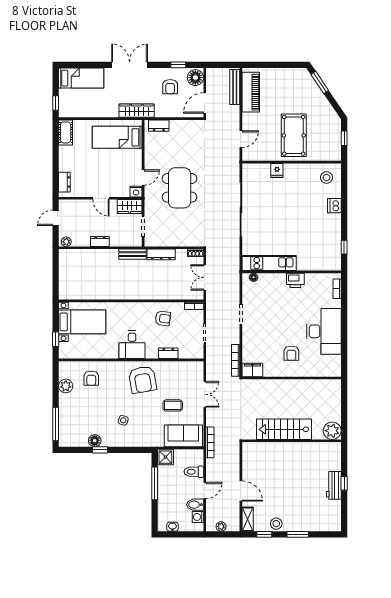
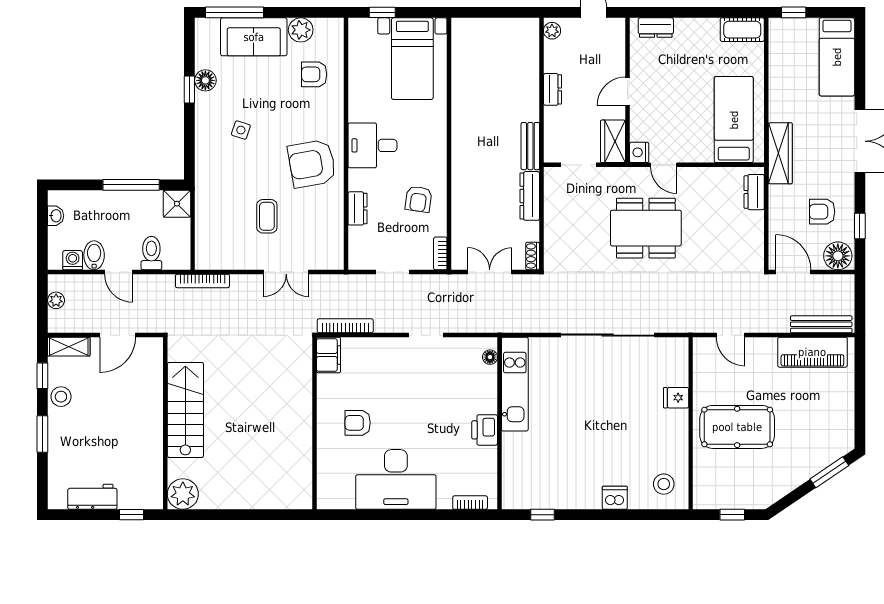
stairs: (284, 429) -> (185, 410), moved
plant: (332, 431) -> (183, 494), moved
sofa: (183, 436) -> (254, 37), moved, turned 90
wall: (292, 441) -> (165, 423), moved
workbench: (334, 485) -> (92, 497), moved

